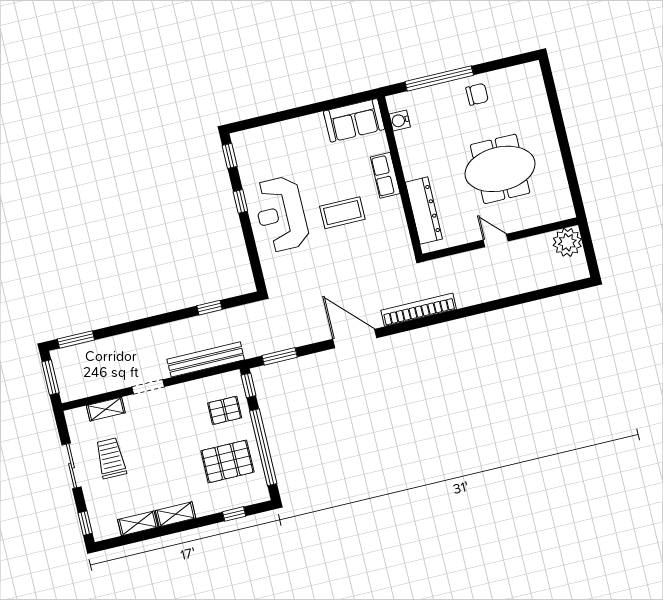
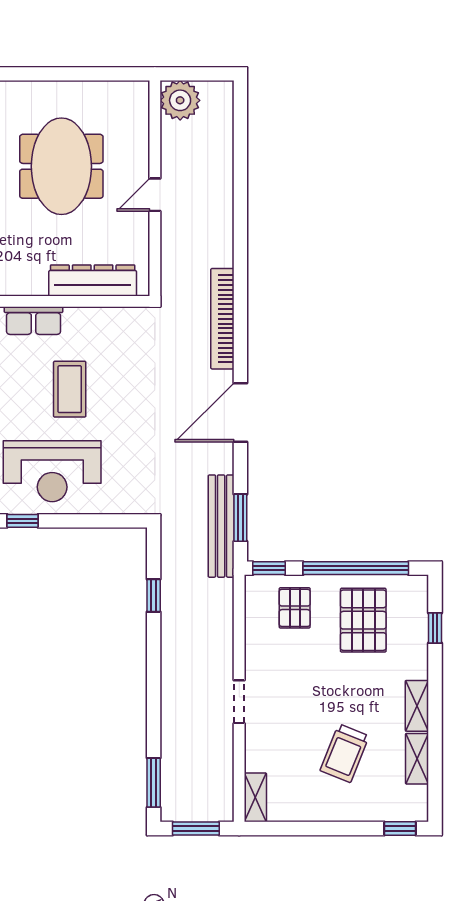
bench: (206, 359) -> (221, 526), moved
shelving: (106, 409) -> (255, 797), moved
trolley: (111, 458) -> (345, 753), moved, turned -68
sliding door: (71, 466) -> (320, 828), removed

